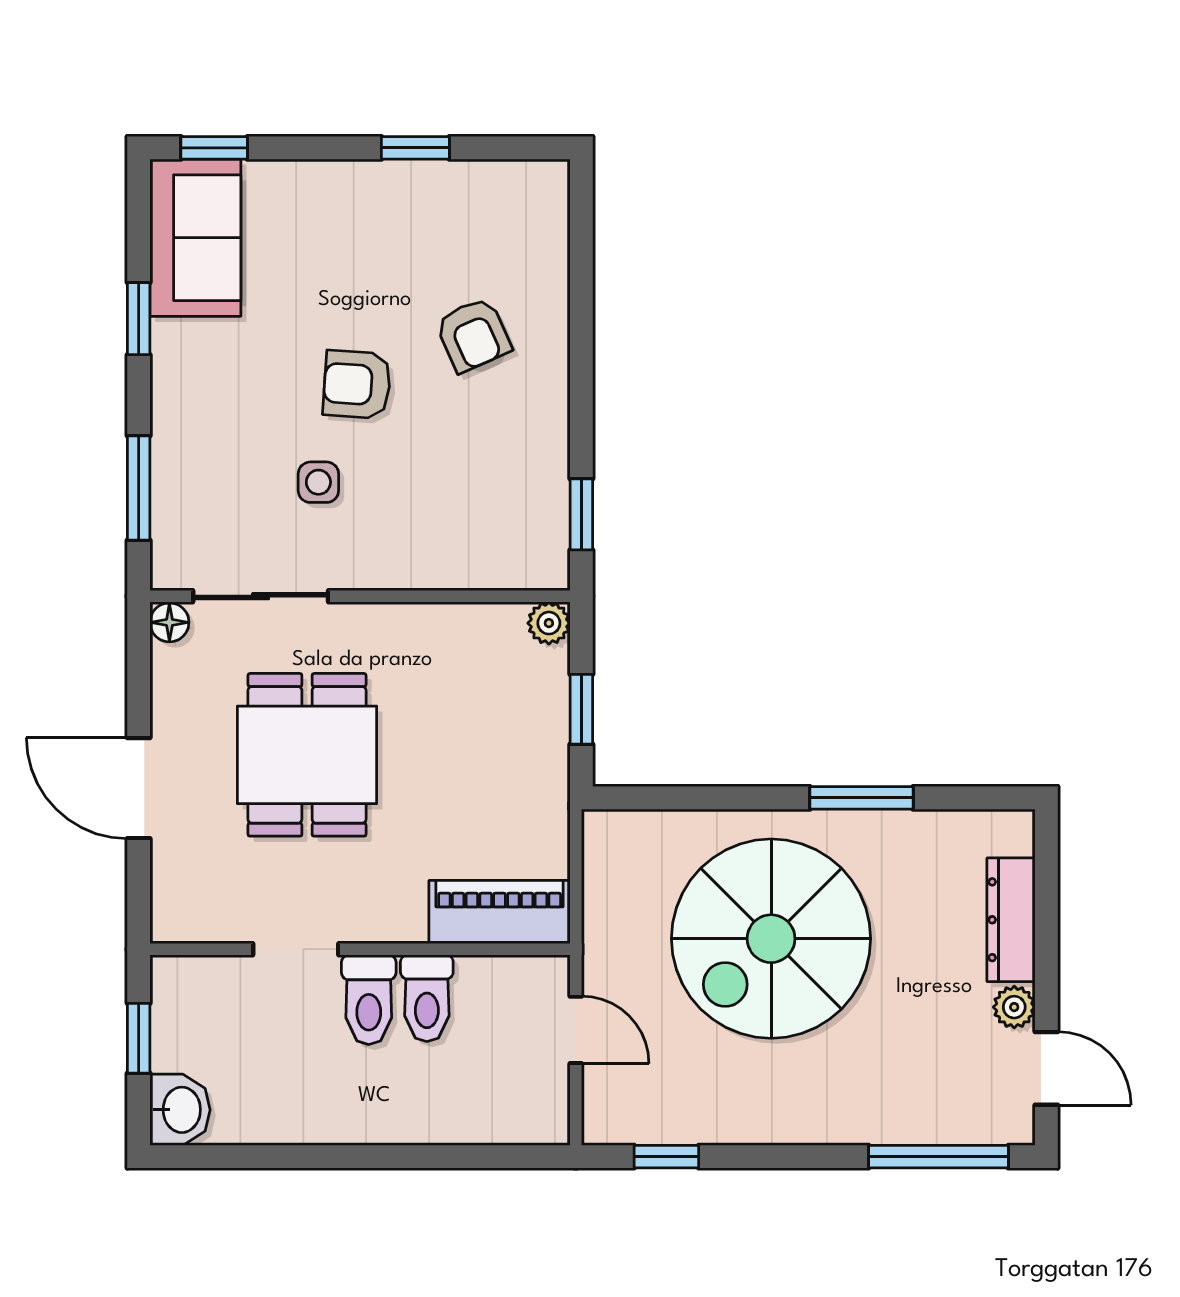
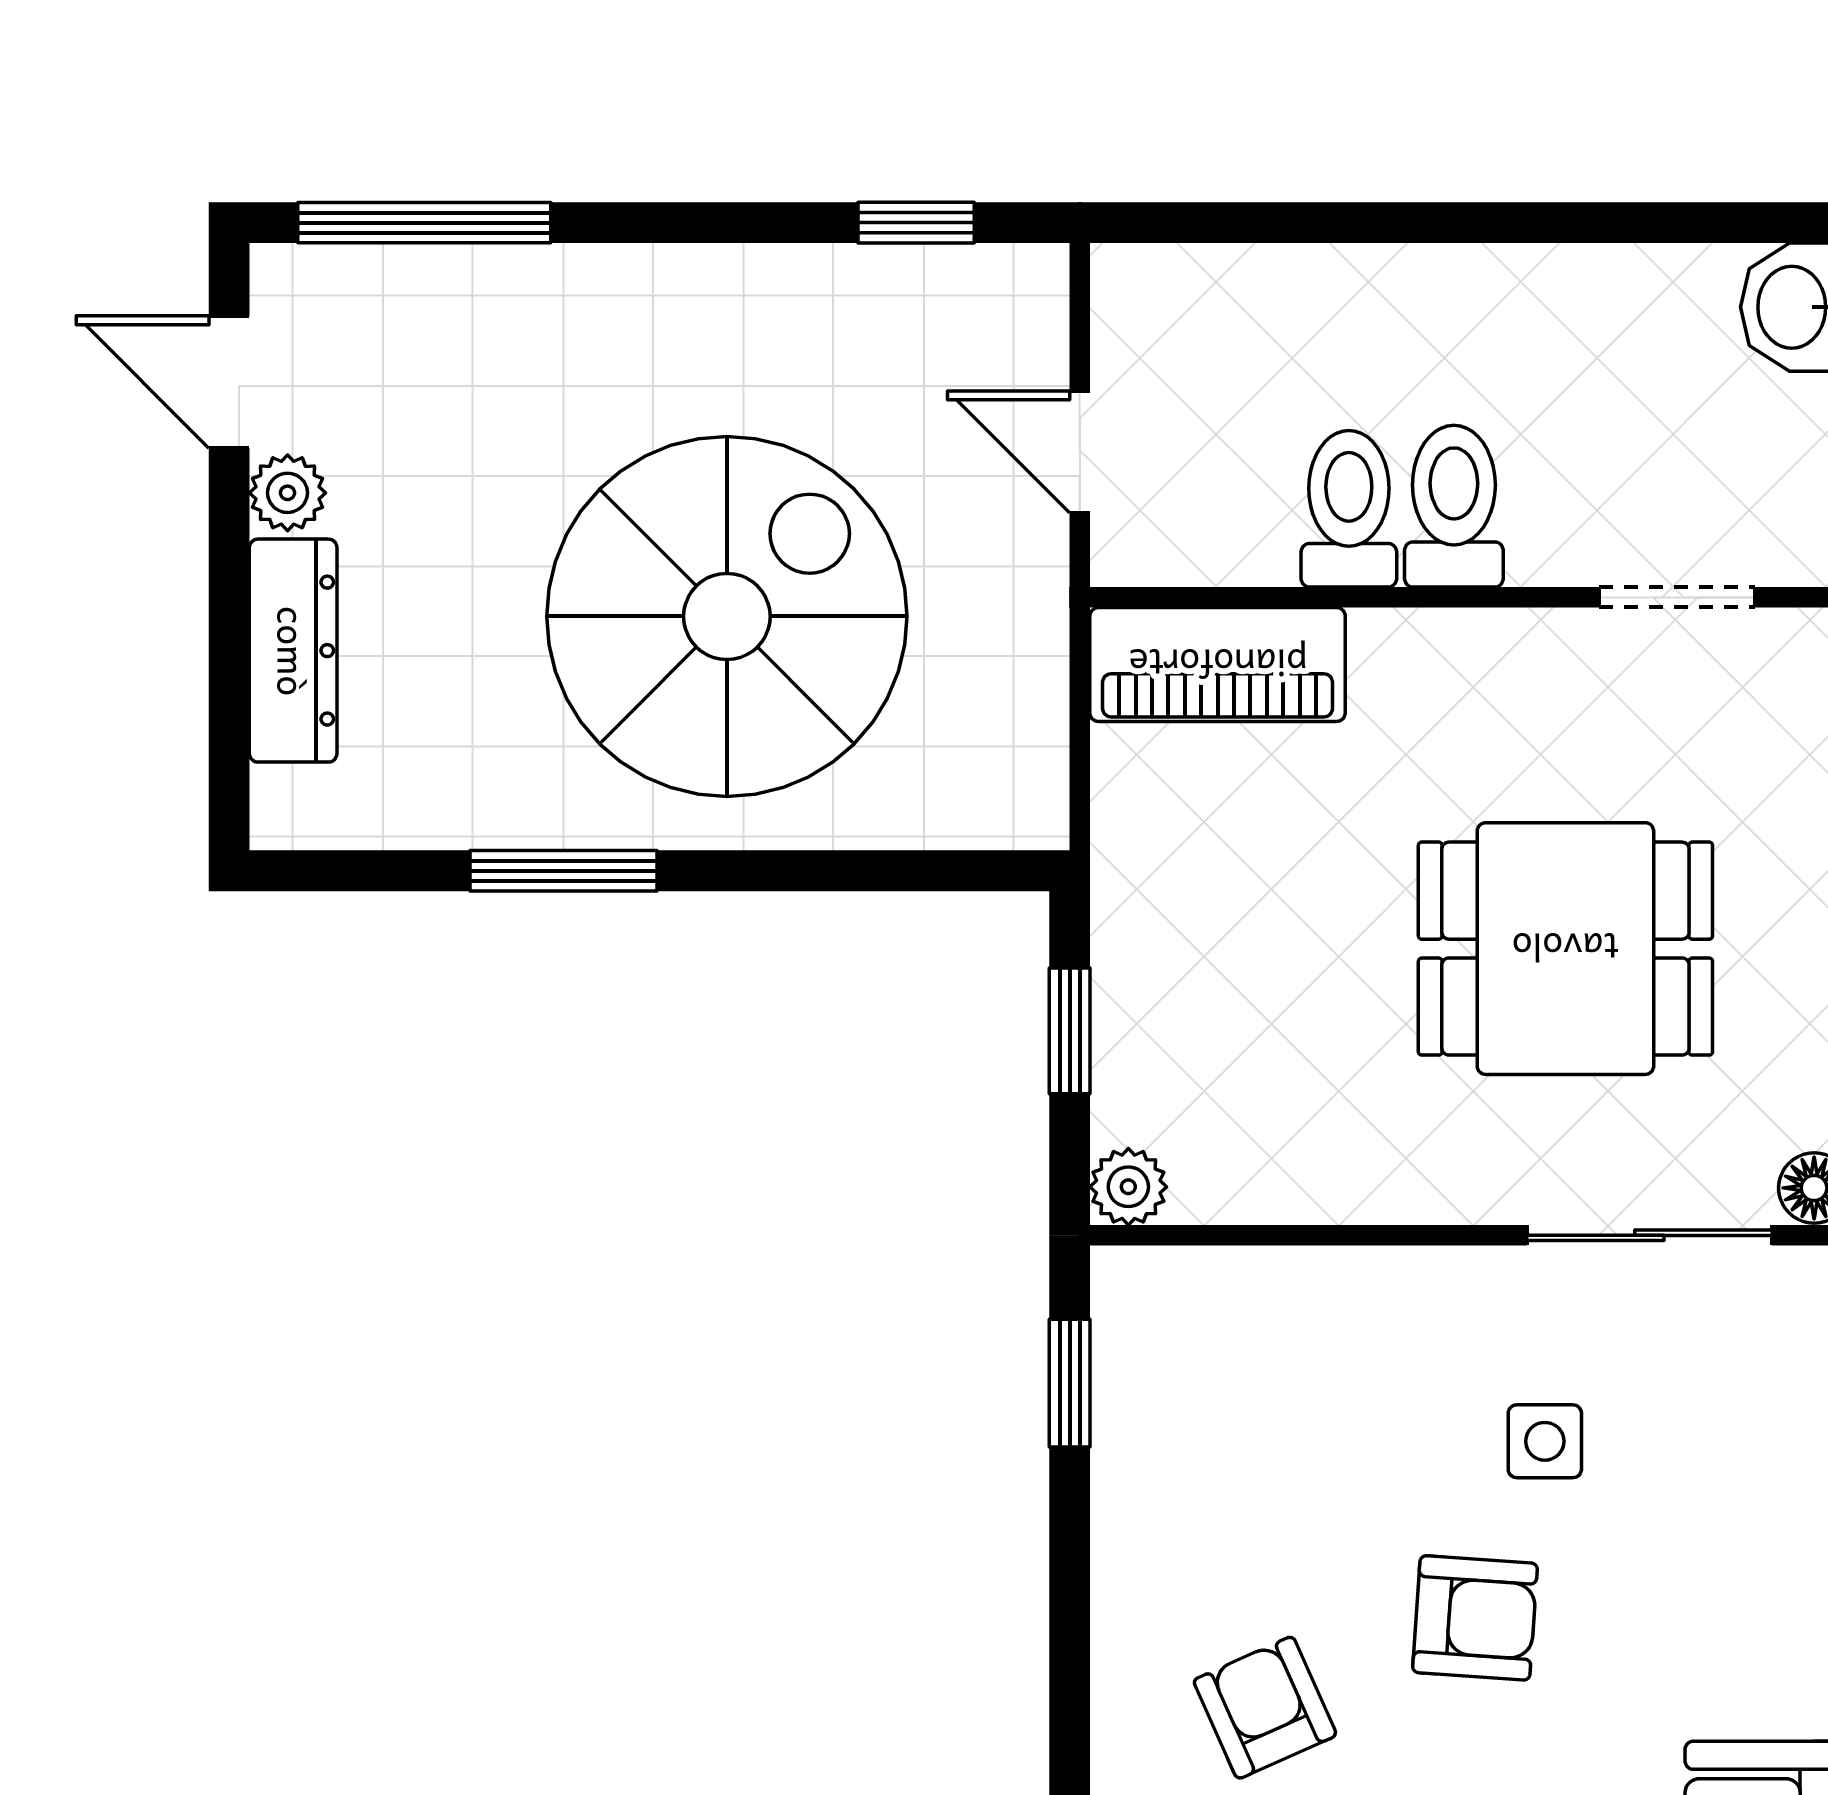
dining table: (307, 755) -> (1565, 949), turned 90
doorway: (296, 949) -> (1677, 597), moved

